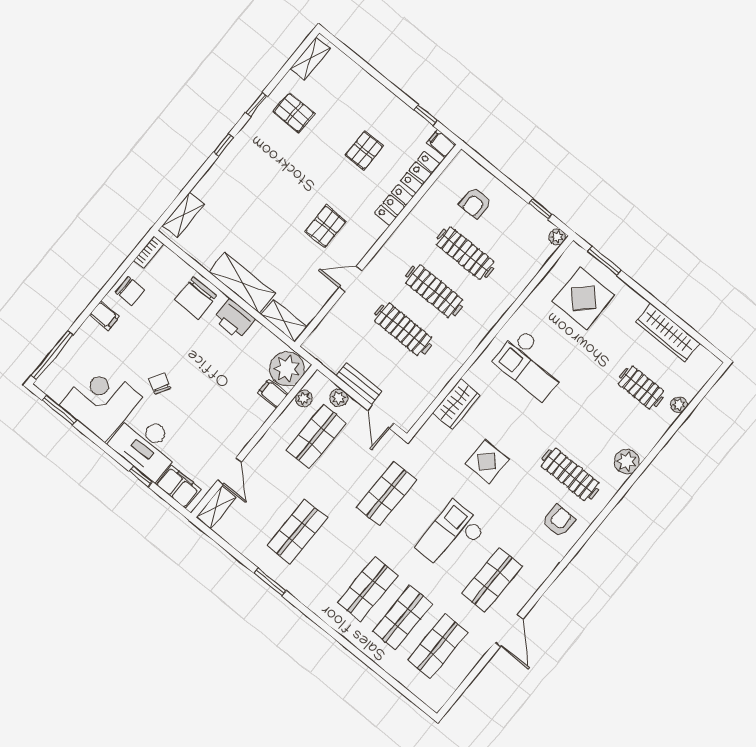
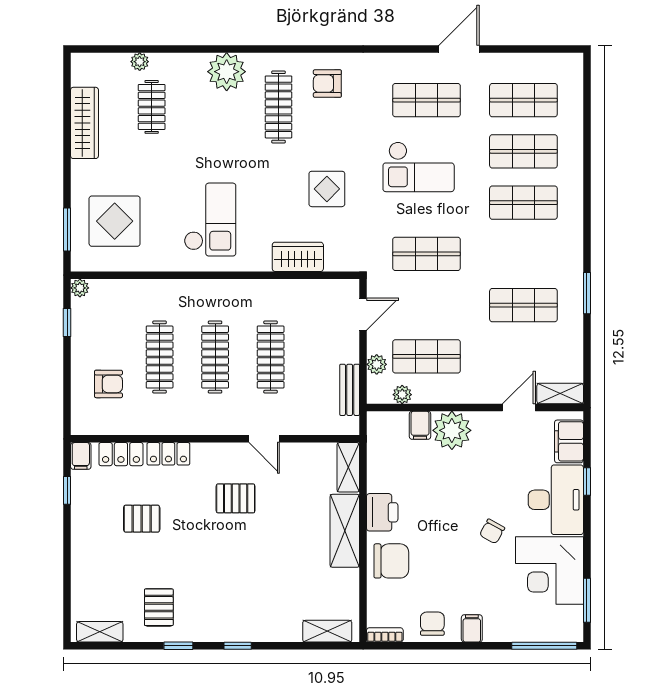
plant: (287, 369) -> (452, 430), moved
bench: (359, 384) -> (350, 390), moved
plant: (627, 461) -> (227, 72), width x1.36, depth x1.36

